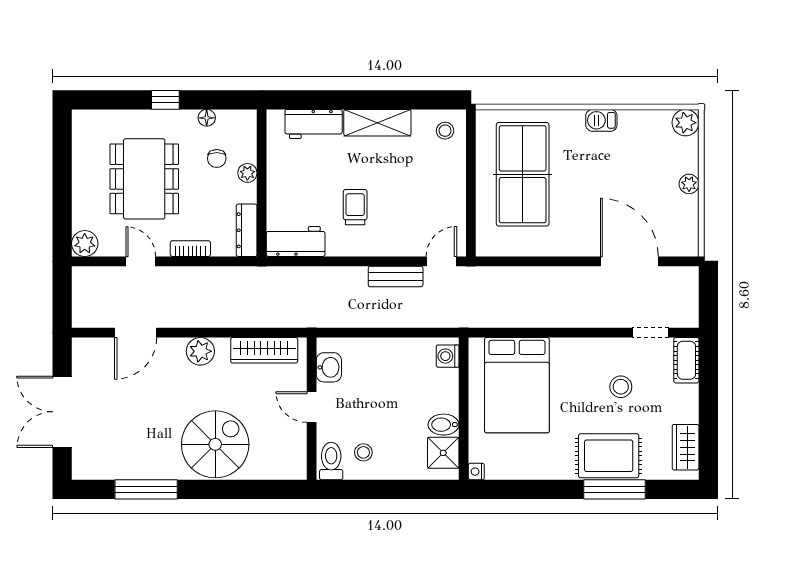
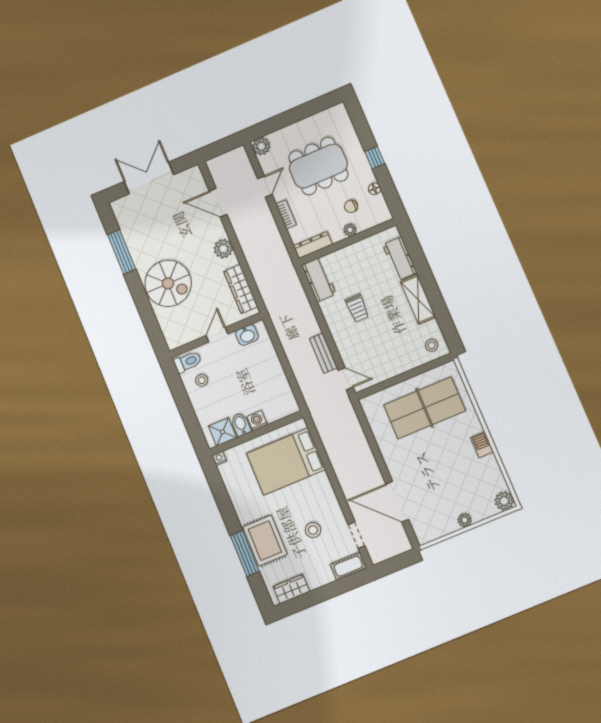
trolley: (355, 207) -> (357, 308), turned 90
door: (629, 261) -> (397, 502), swing flipped
washing machine: (448, 356) -> (257, 421), moved

